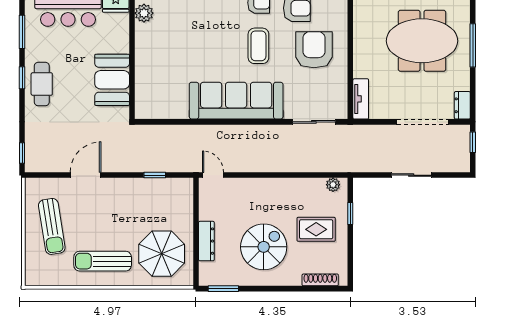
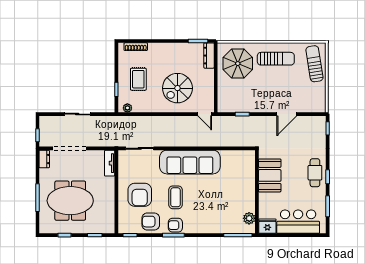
sun lounger: (52, 226) -> (314, 64), moved
rug: (316, 229) -> (138, 79), turned 90
dresser: (206, 241) -> (209, 56), moved
spiral stairs: (264, 247) -> (177, 88), moved

